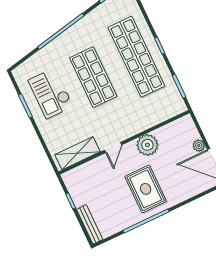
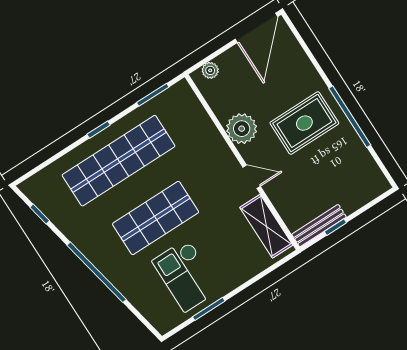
checkout: (51, 93) -> (186, 275), turned 90
plant: (199, 146) -> (210, 70), moved
bench: (90, 224) -> (319, 226), moved

